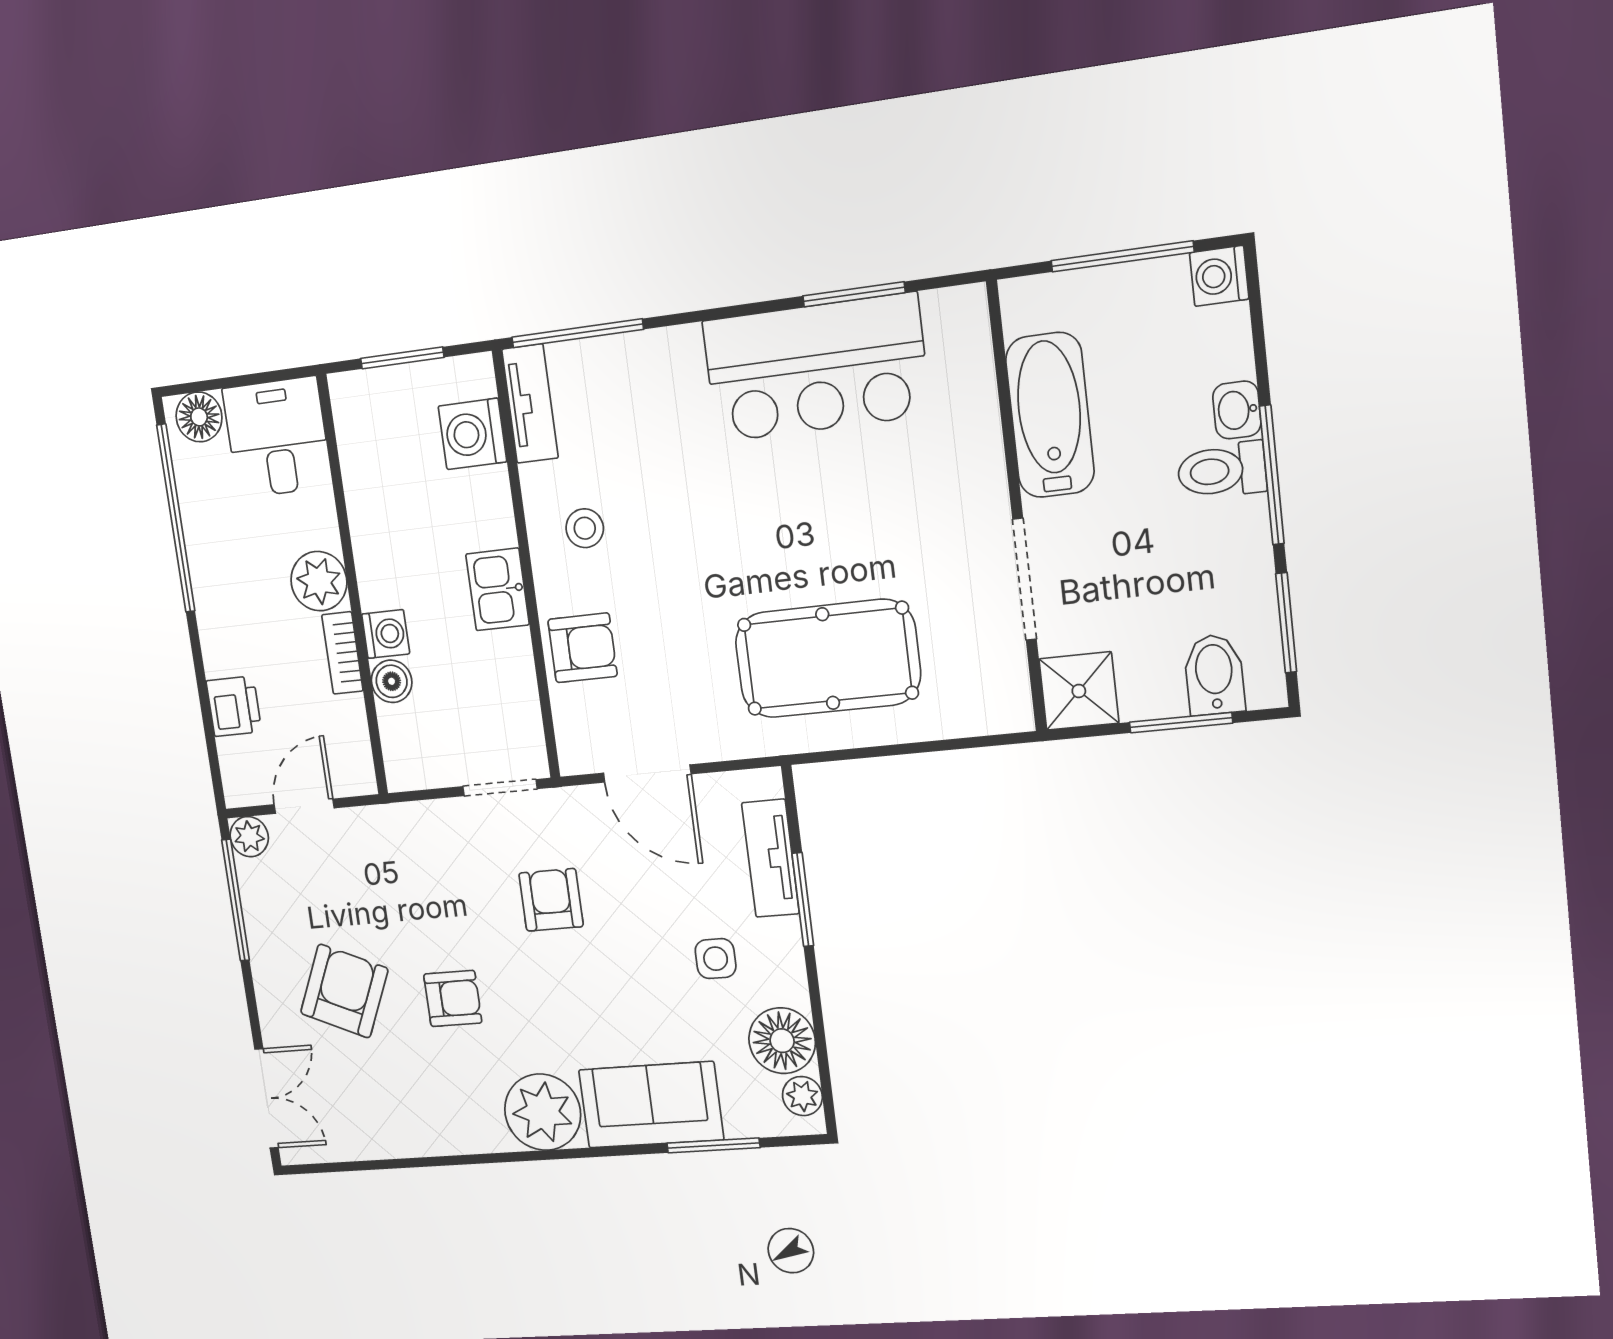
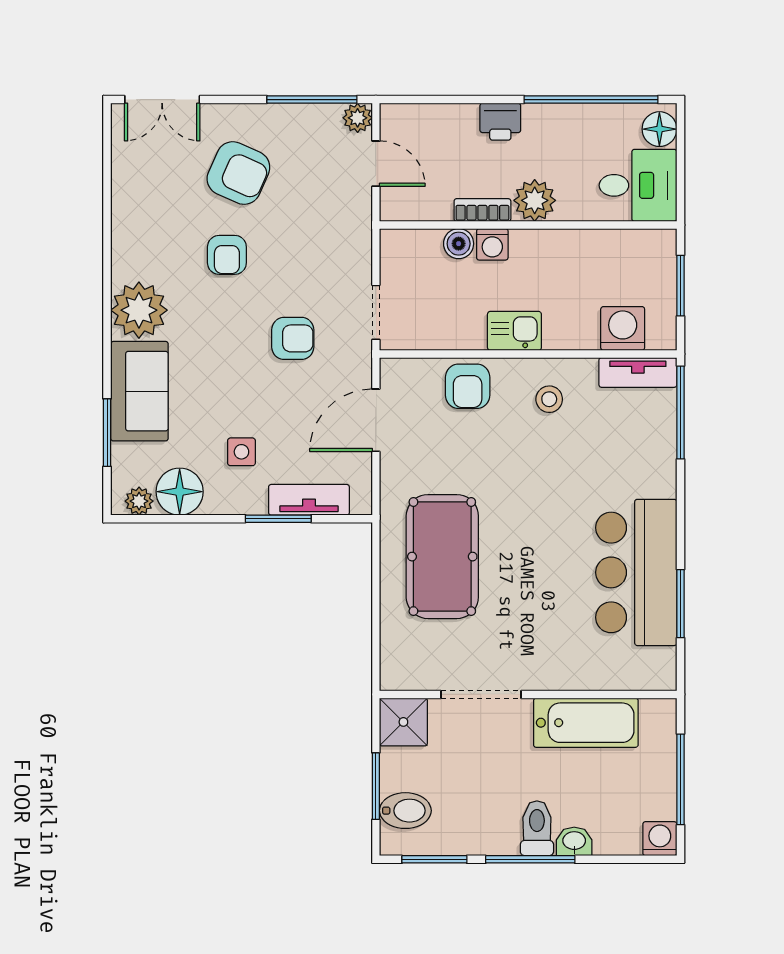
printer: (234, 706) -> (500, 122), moved

